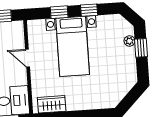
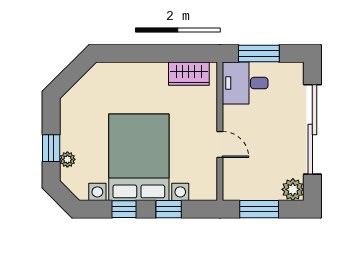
bed with nightstands: (73, 46) -> (139, 157), width x1.36

